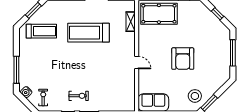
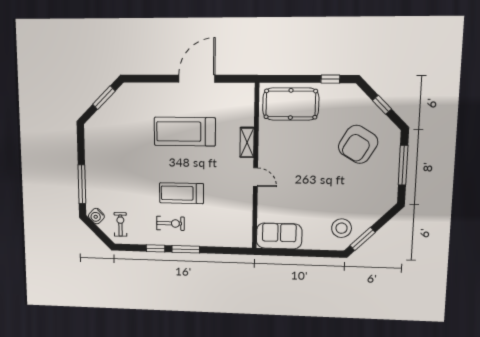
shelving: (131, 22) -> (247, 142), moved
treadmill: (41, 31) -> (181, 193), moved, turned 180
armchair: (183, 59) -> (358, 144), moved, turned 31

